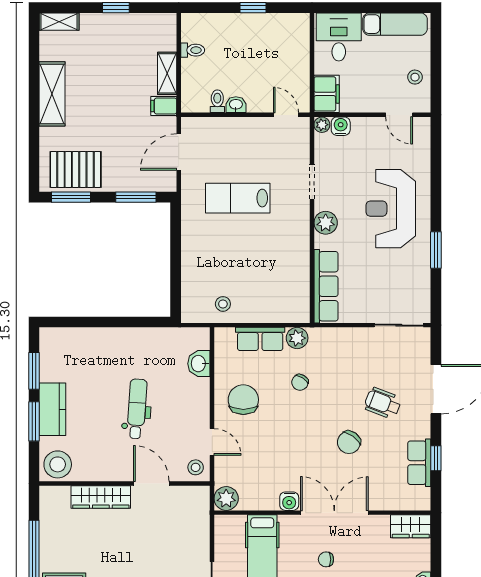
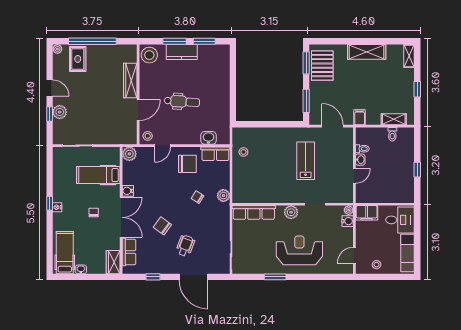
shelving: (167, 73) -> (394, 119), moved
door: (286, 115) -> (354, 176), moved
row of seats: (260, 339) -> (215, 154), moved, turned -90
row of seats: (419, 463) -> (129, 252), moved, turned 90

